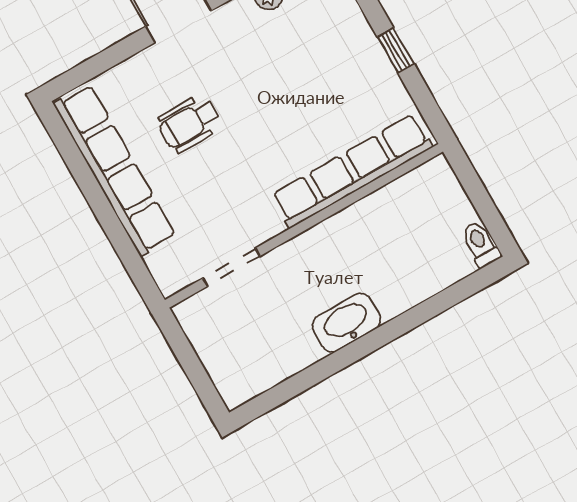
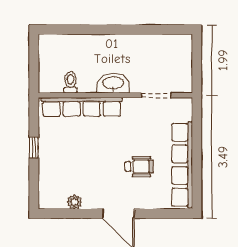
toilet: (480, 244) -> (70, 82), moved, turned 180
washbasin: (347, 323) -> (113, 83), moved, turned 180

